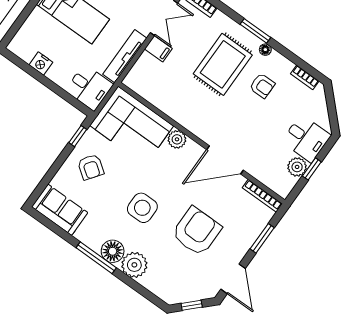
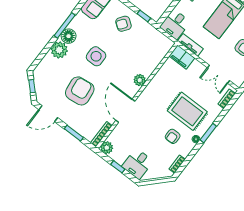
filing cabinet: (158, 49) -> (182, 57), moved, width x2.00
tv unit: (125, 56) -> (190, 45), width x0.71
corner sofa: (132, 126) -> (149, 51), removed
plant: (297, 167) -> (107, 148), moved
armchair: (197, 231) -> (80, 91), turned -97

